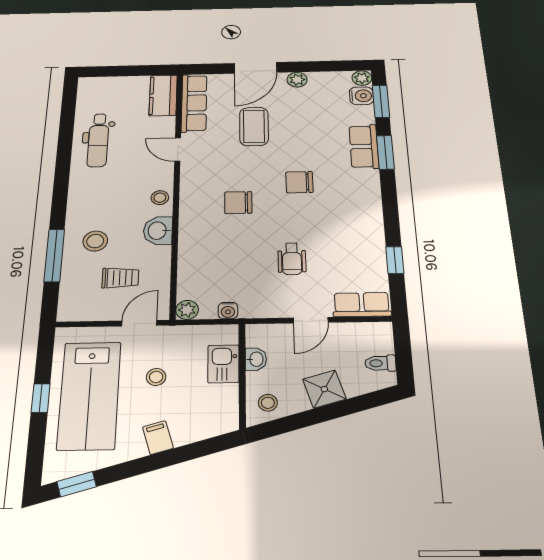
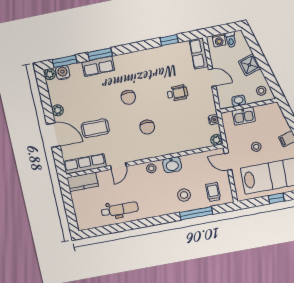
trolley: (120, 278) -> (213, 192), moved
washing machine: (382, 343) -> (219, 40), added

